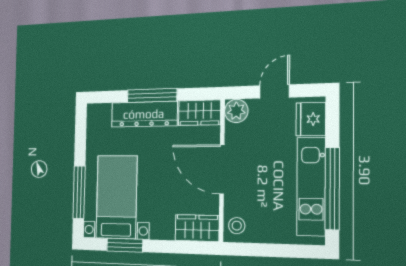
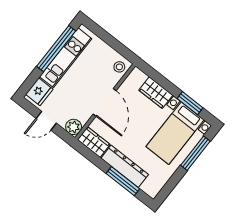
window: (152, 96) -> (123, 181), moved
wardrobe: (197, 228) -> (156, 93), moved

